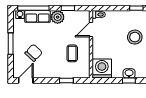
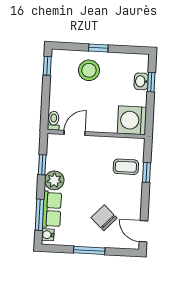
window: (33, 8) -> (40, 215), width x0.69
door: (91, 29) -> (75, 133), swing flipped
coffee table: (72, 53) -> (126, 167), moved

